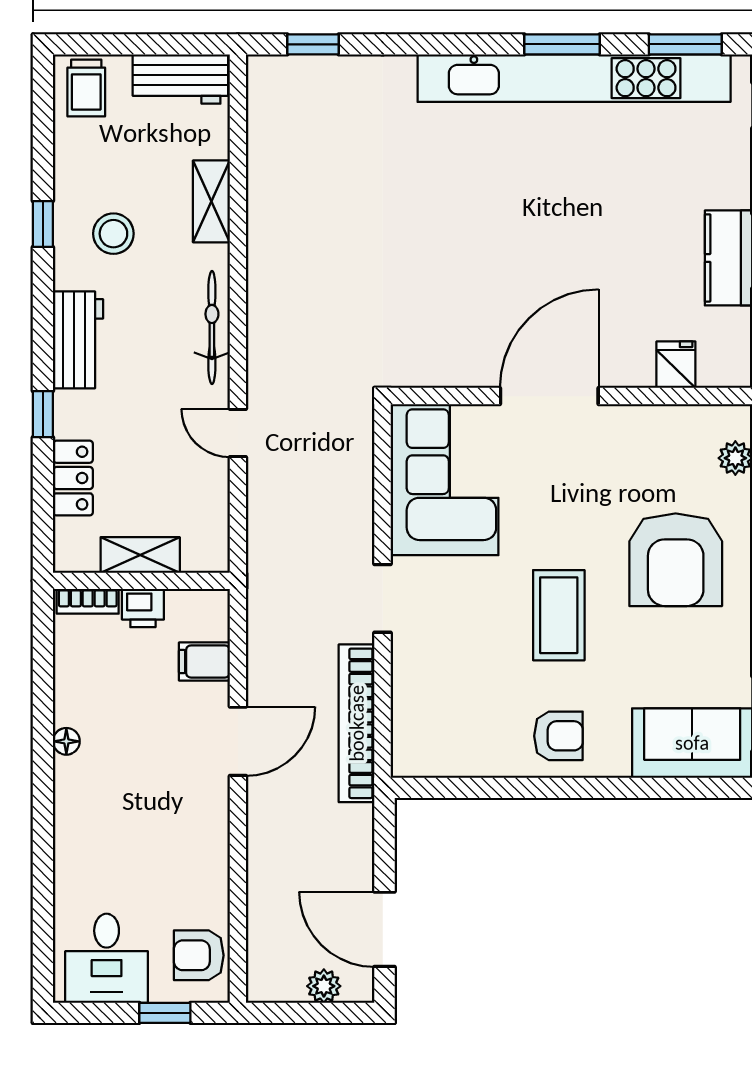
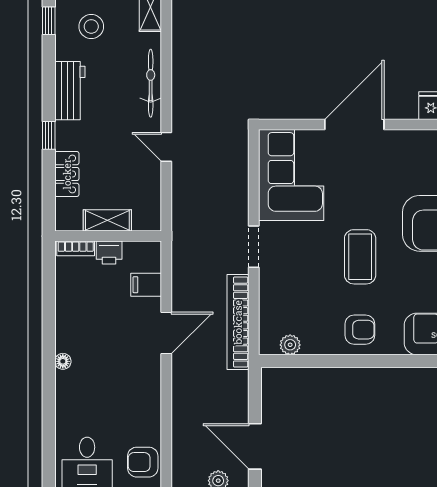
floor lamp: (66, 741) -> (63, 361), moved
plant: (443, 761) -> (290, 345), added

